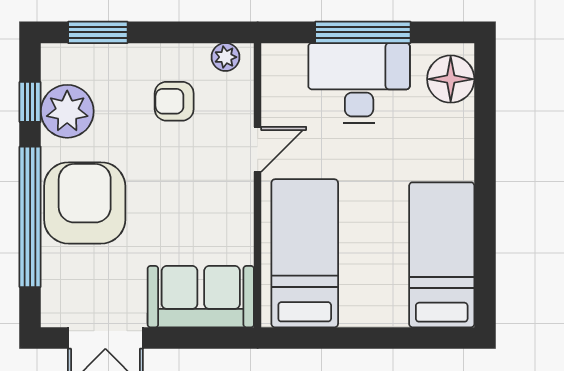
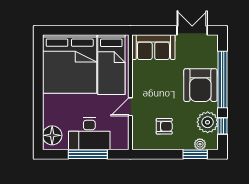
plant: (225, 57) -> (200, 144), moved
bed: (442, 255) -> (70, 64), width x2.04

